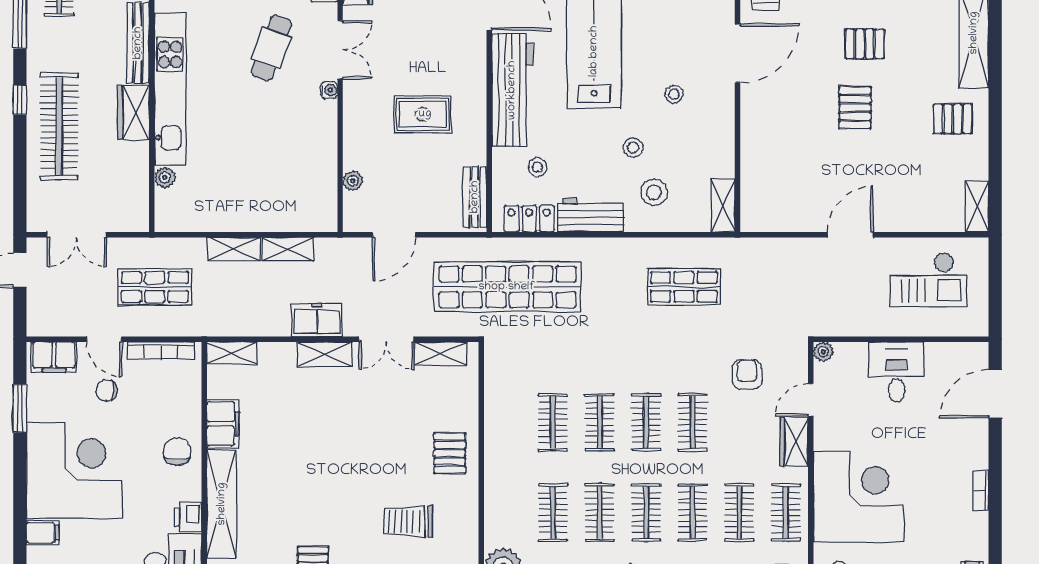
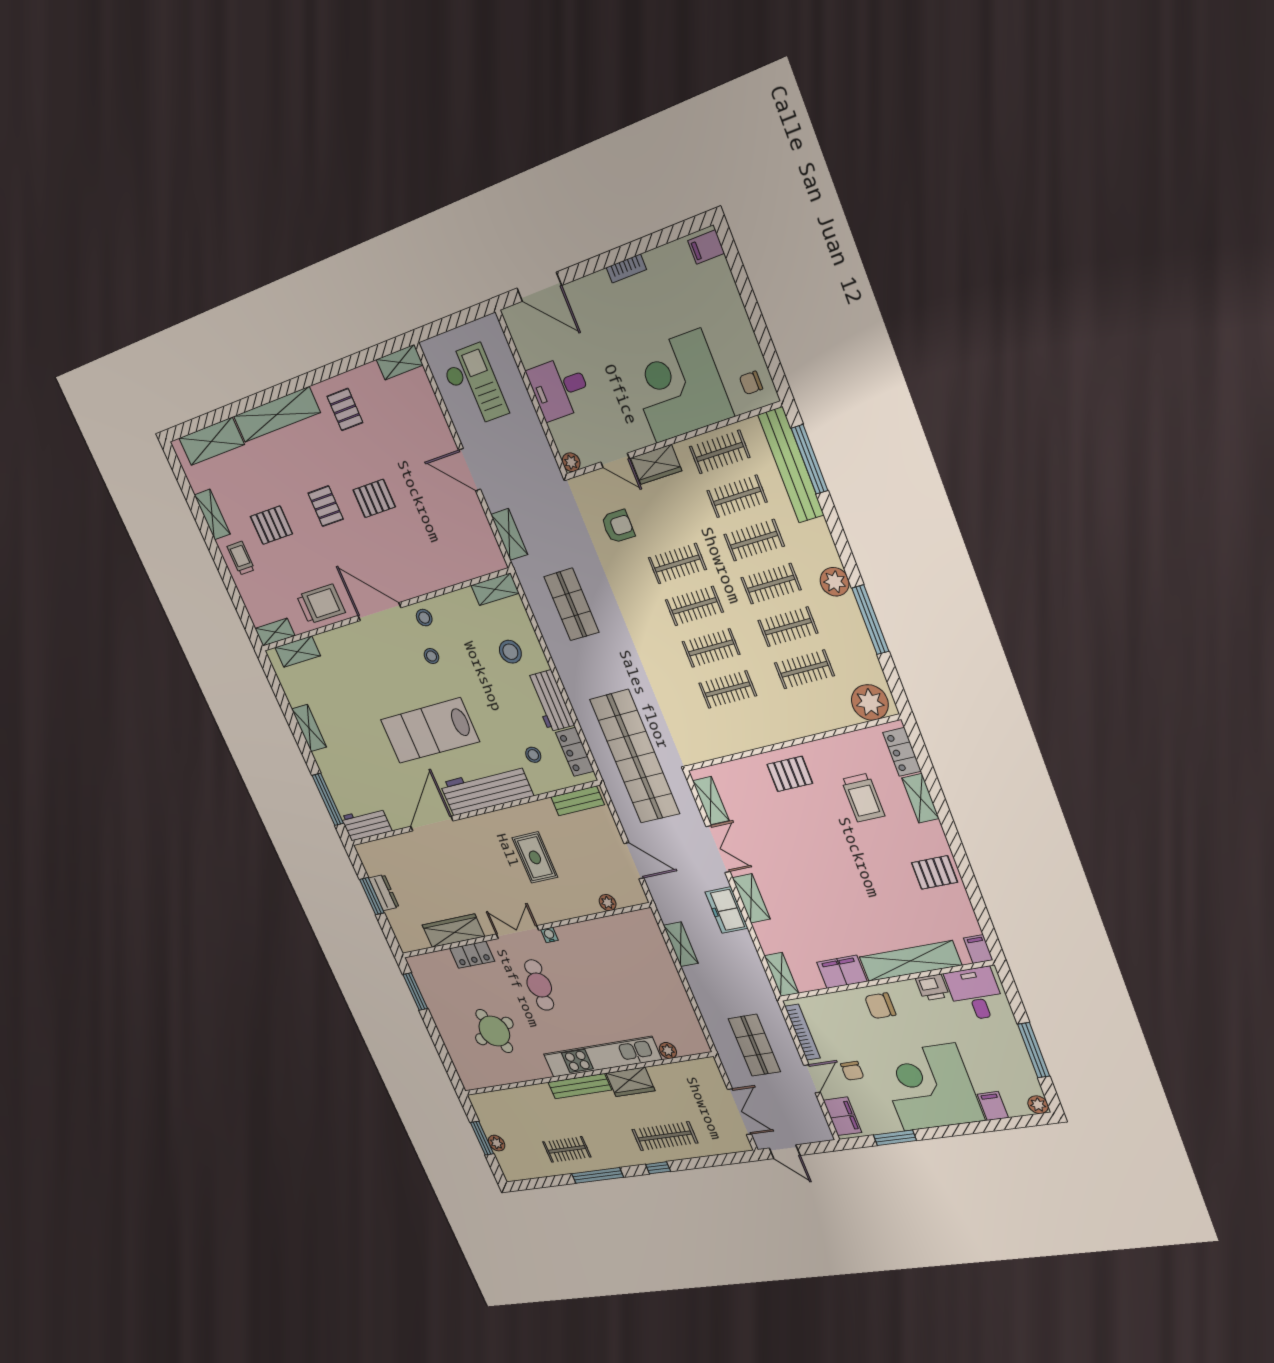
cafe table: (272, 48) -> (539, 985), turned 76
clothes rail: (59, 126) -> (665, 1136), width x0.73, depth x0.76
stool: (633, 148) -> (424, 618), moved
shelving: (234, 249) -> (509, 534), moved
armchair: (747, 374) -> (618, 526), turned 180

